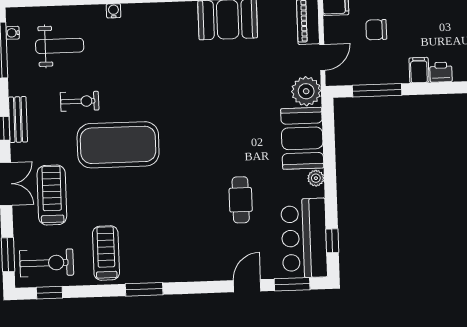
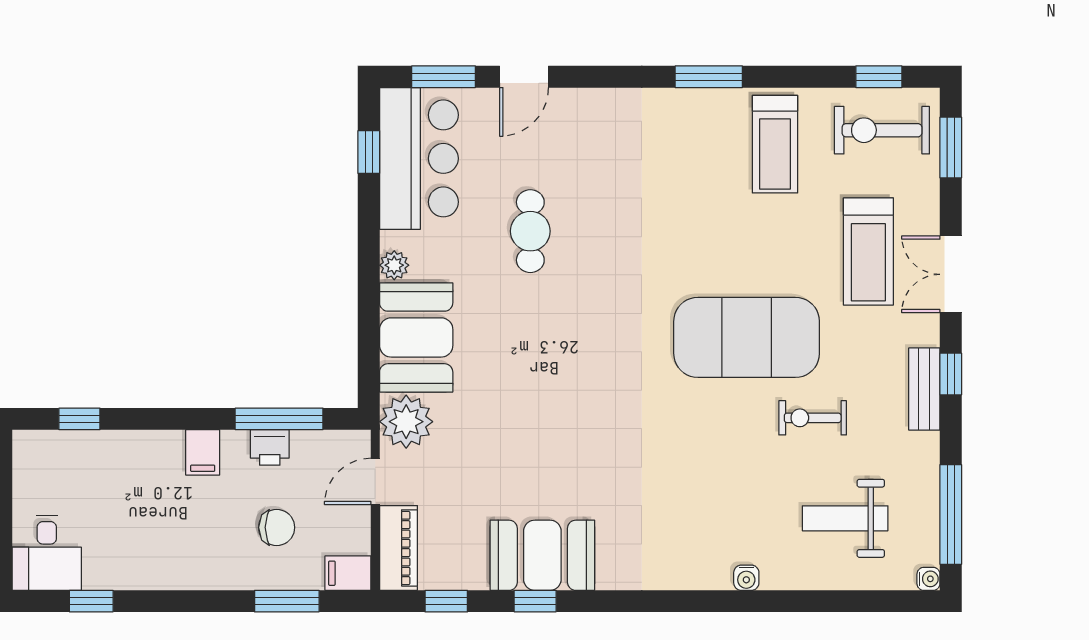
water cooler: (13, 33) -> (928, 579), moved
printer: (441, 72) -> (270, 447), moved

